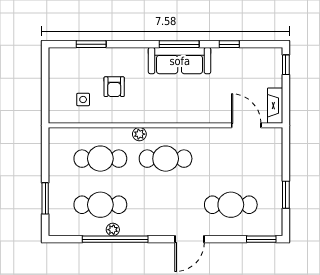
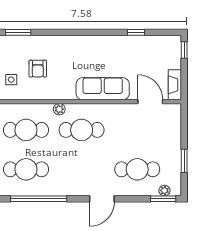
window: (179, 44) -> (93, 32), removed
sofa: (180, 61) -> (103, 89), moved, turned 180
plant: (113, 230) -> (164, 190), moved

